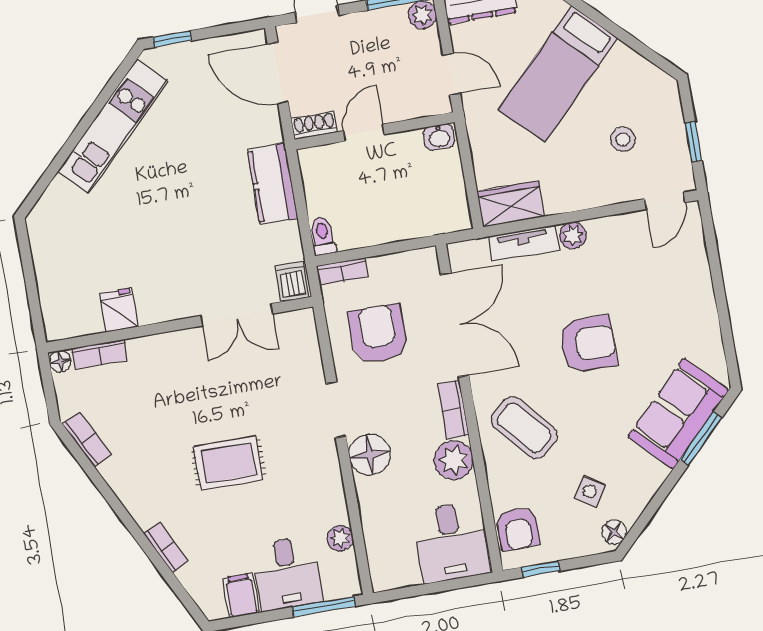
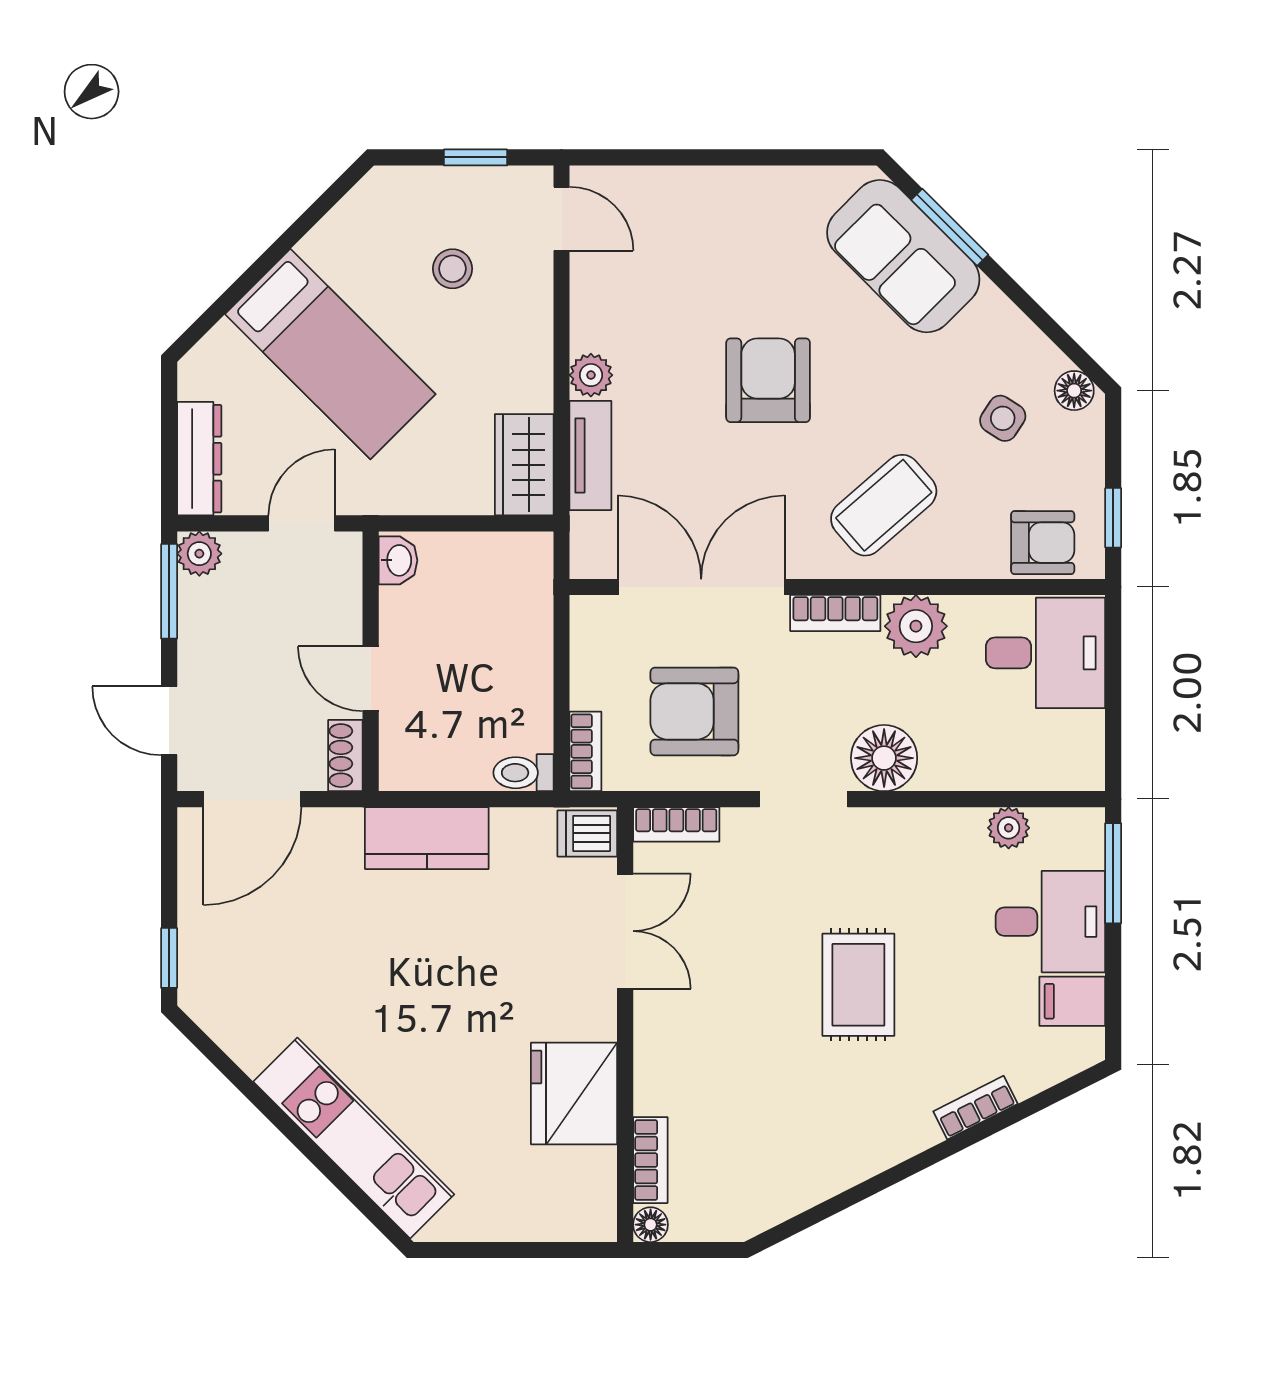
kitchen unit: (113, 126) -> (354, 1138), moved
fridge: (119, 310) -> (574, 1093), width x1.88, depth x1.34
bookcase: (87, 439) -> (676, 824), moved, turned -153

